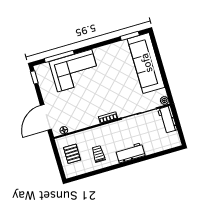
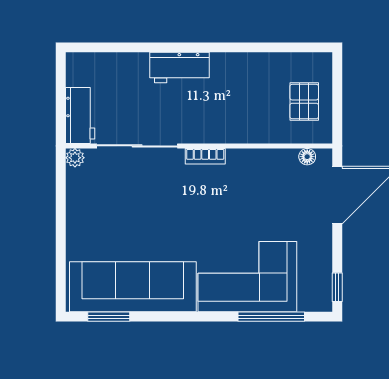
sofa: (146, 63) -> (133, 287), moved, turned -90
trolley: (98, 154) -> (248, 85), removed

